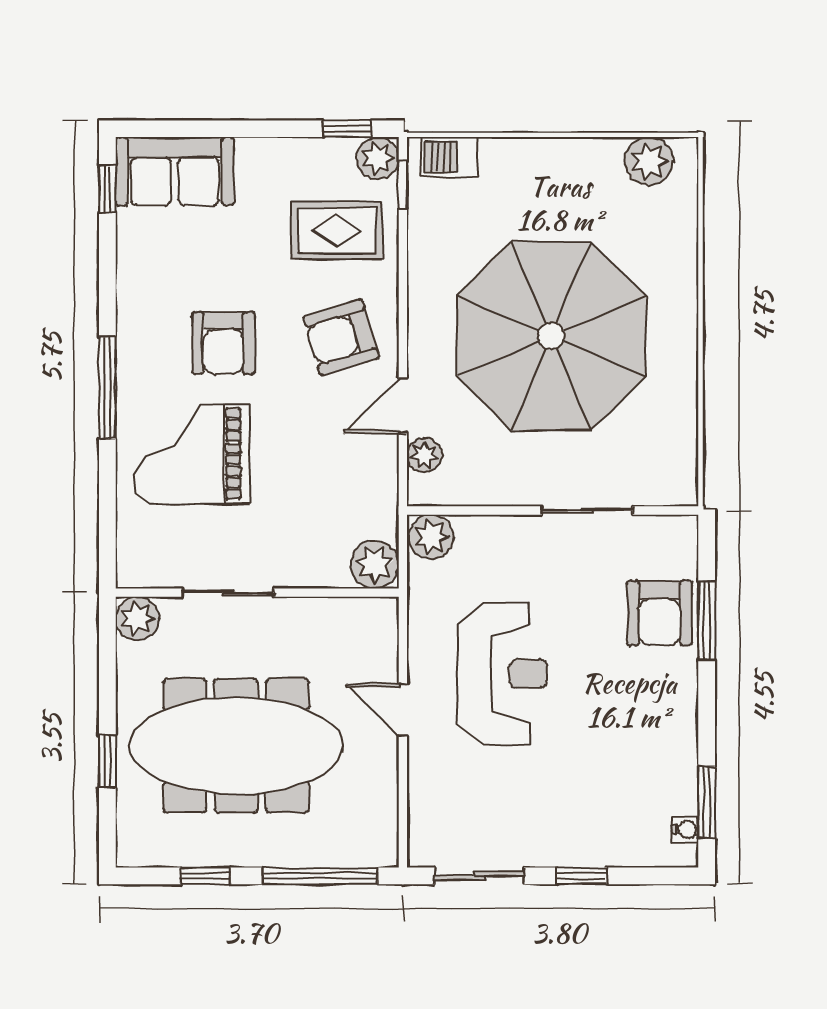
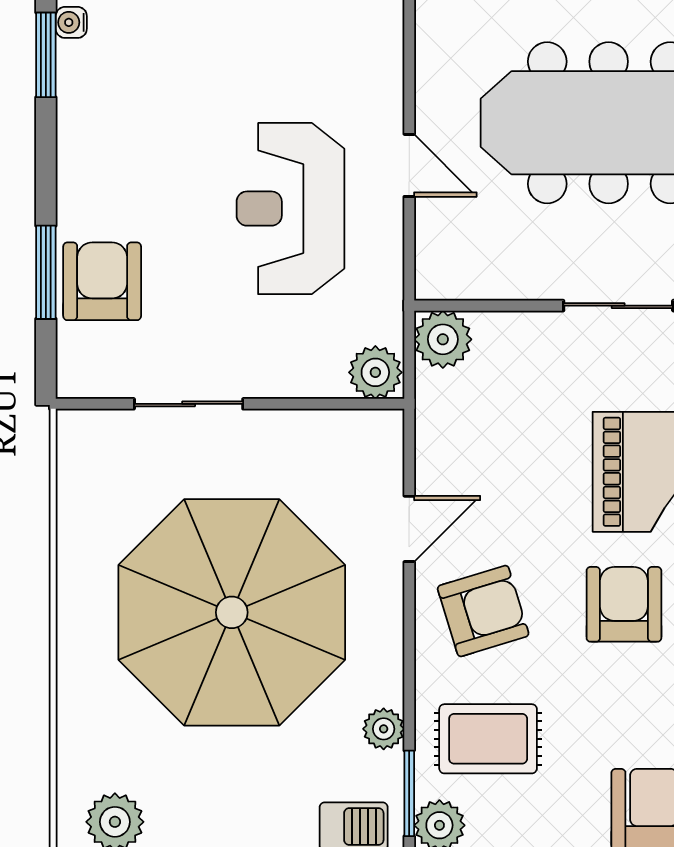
window: (403, 185) -> (409, 793), width x1.50
plant: (424, 455) -> (384, 729), moved

